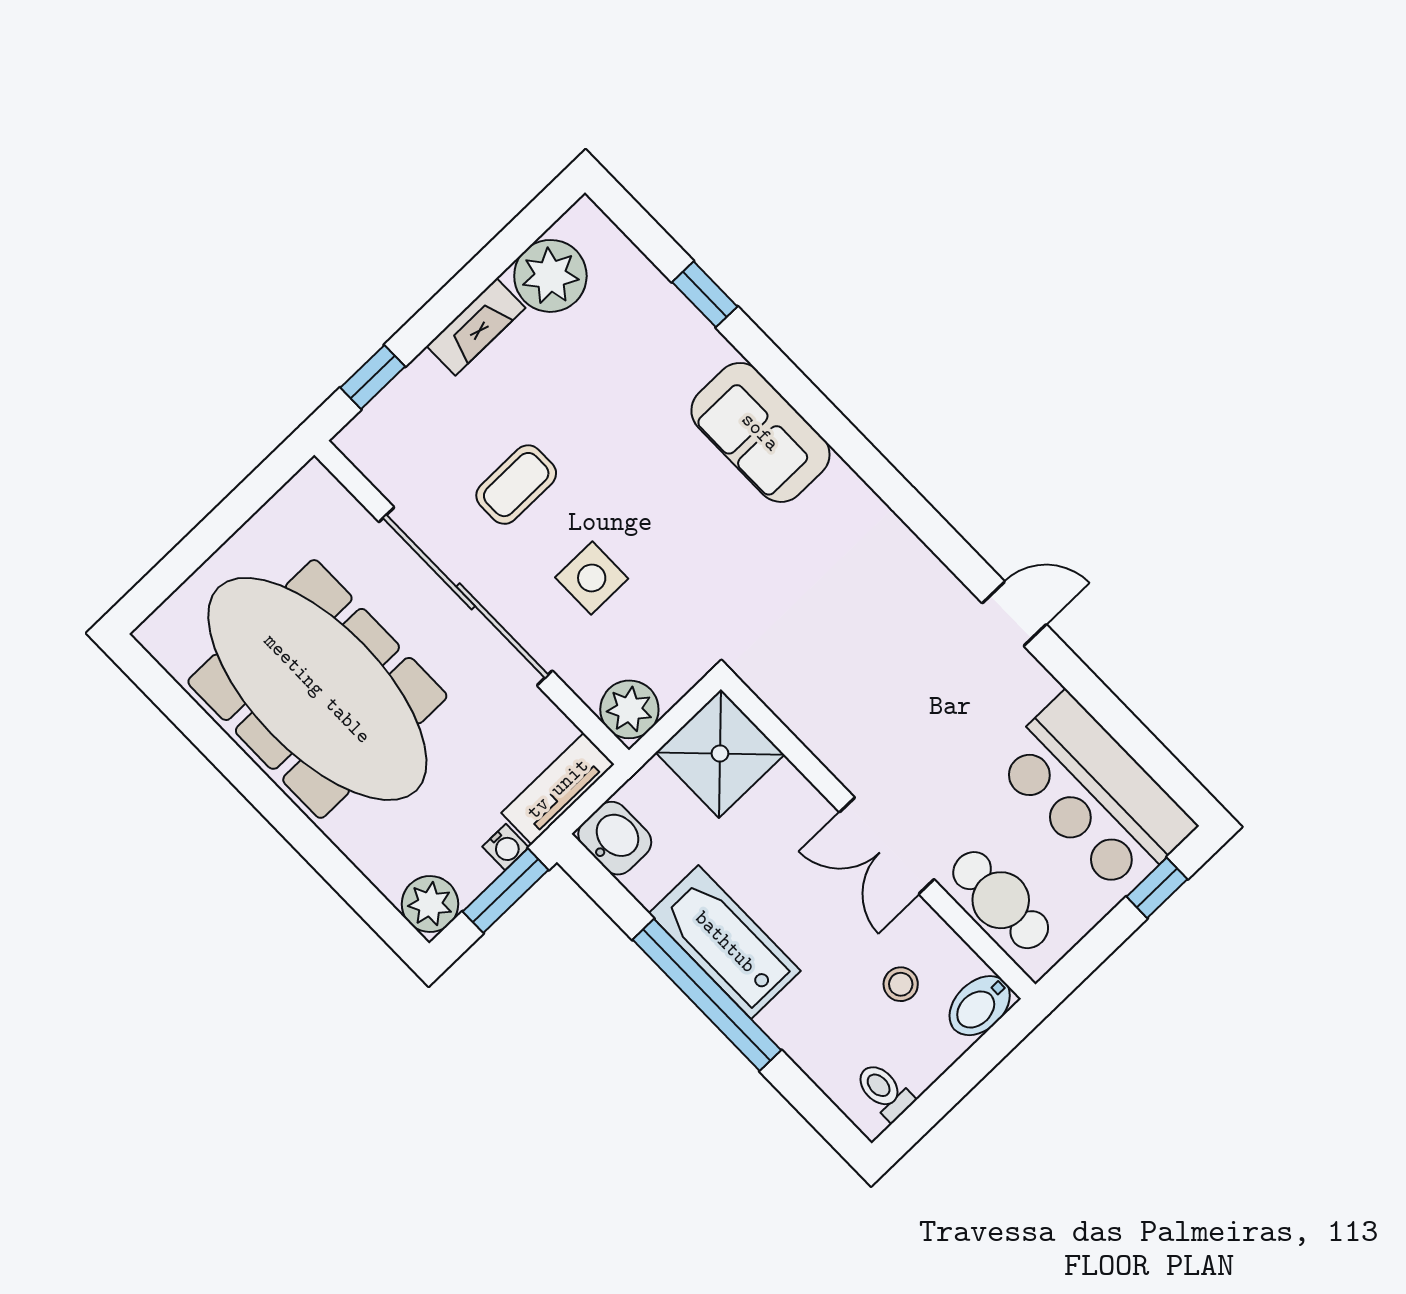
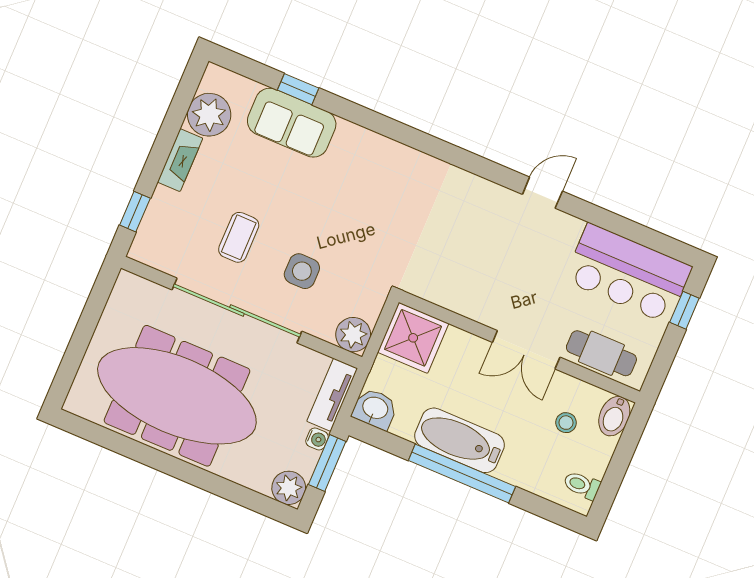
sofa: (760, 432) -> (292, 123), moved

